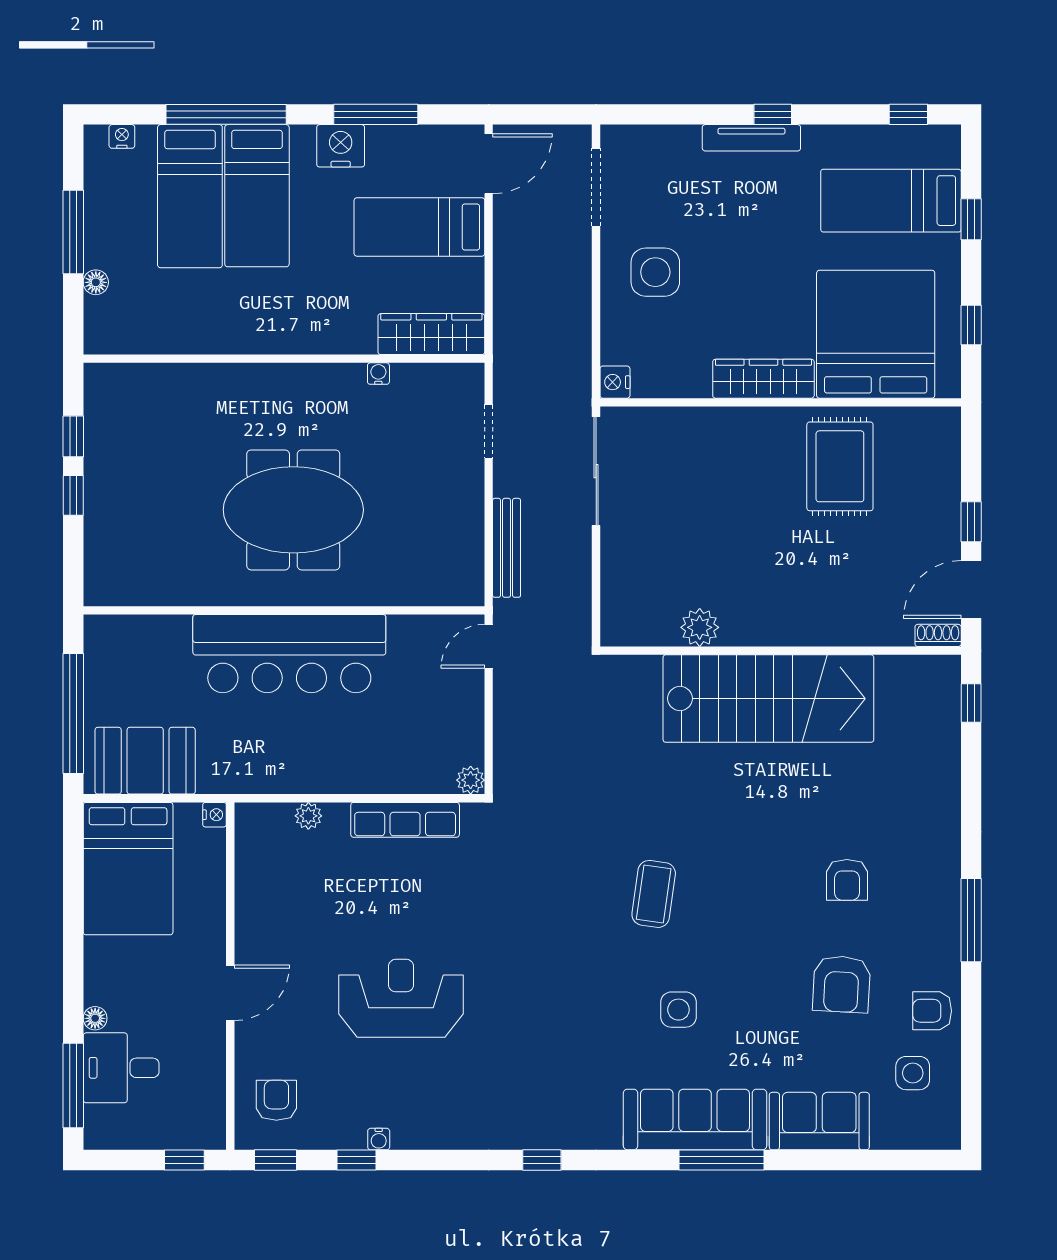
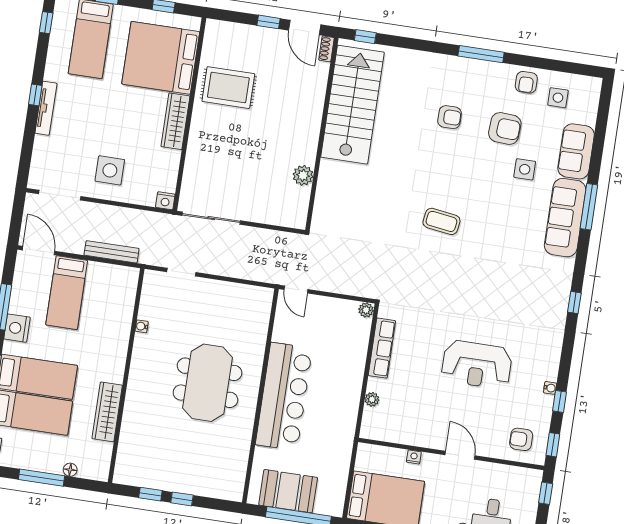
wardrobe: (431, 334) -> (107, 412), moved
bench: (507, 548) -> (112, 252), moved
stairs: (768, 699) -> (352, 105), moved
booth: (145, 761) -> (288, 491), moved, turned 90
nightstand: (215, 815) -> (414, 457), moved
reception desk: (401, 998) -> (477, 365), turned -90
side table: (678, 1010) -> (525, 169), moved

